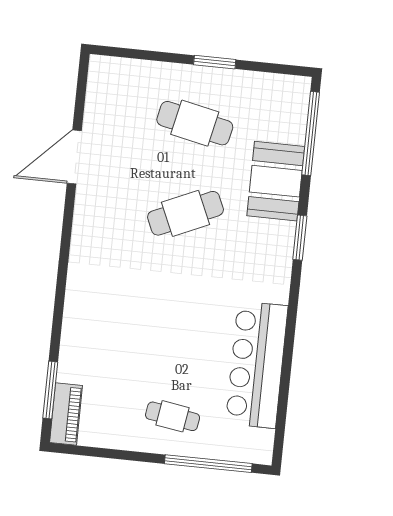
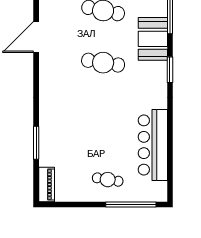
cafe table: (185, 213) -> (103, 63), turned 33
window: (50, 390) -> (36, 143), moved

